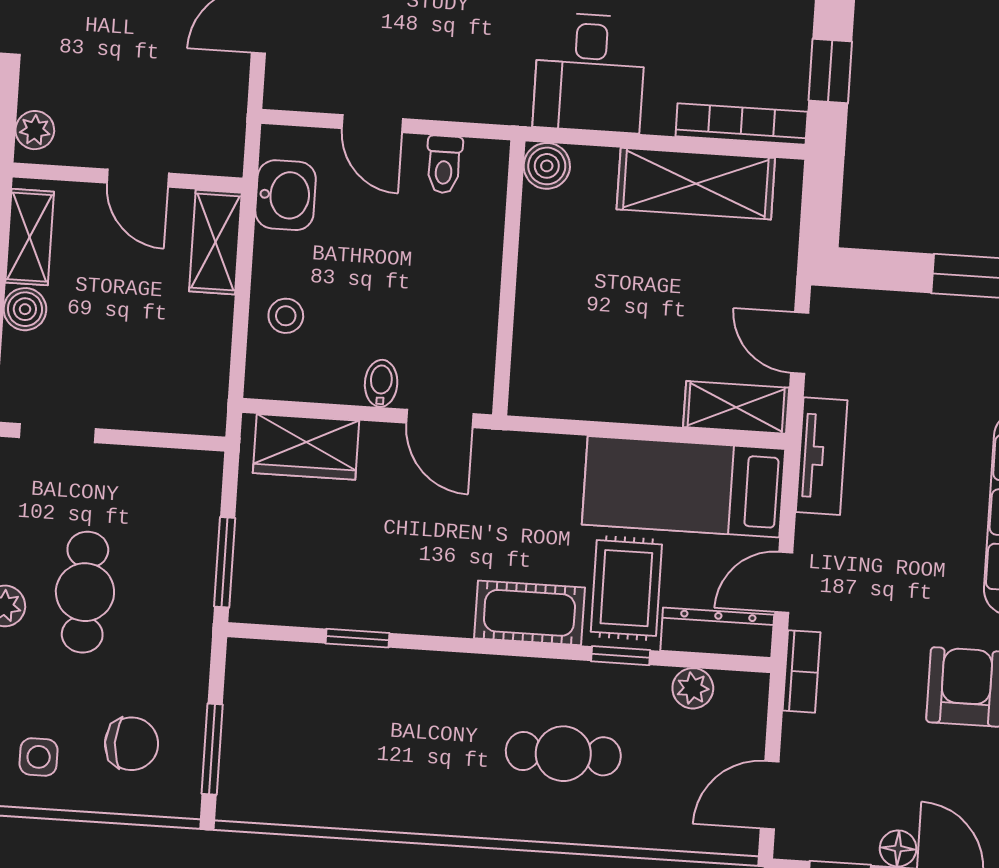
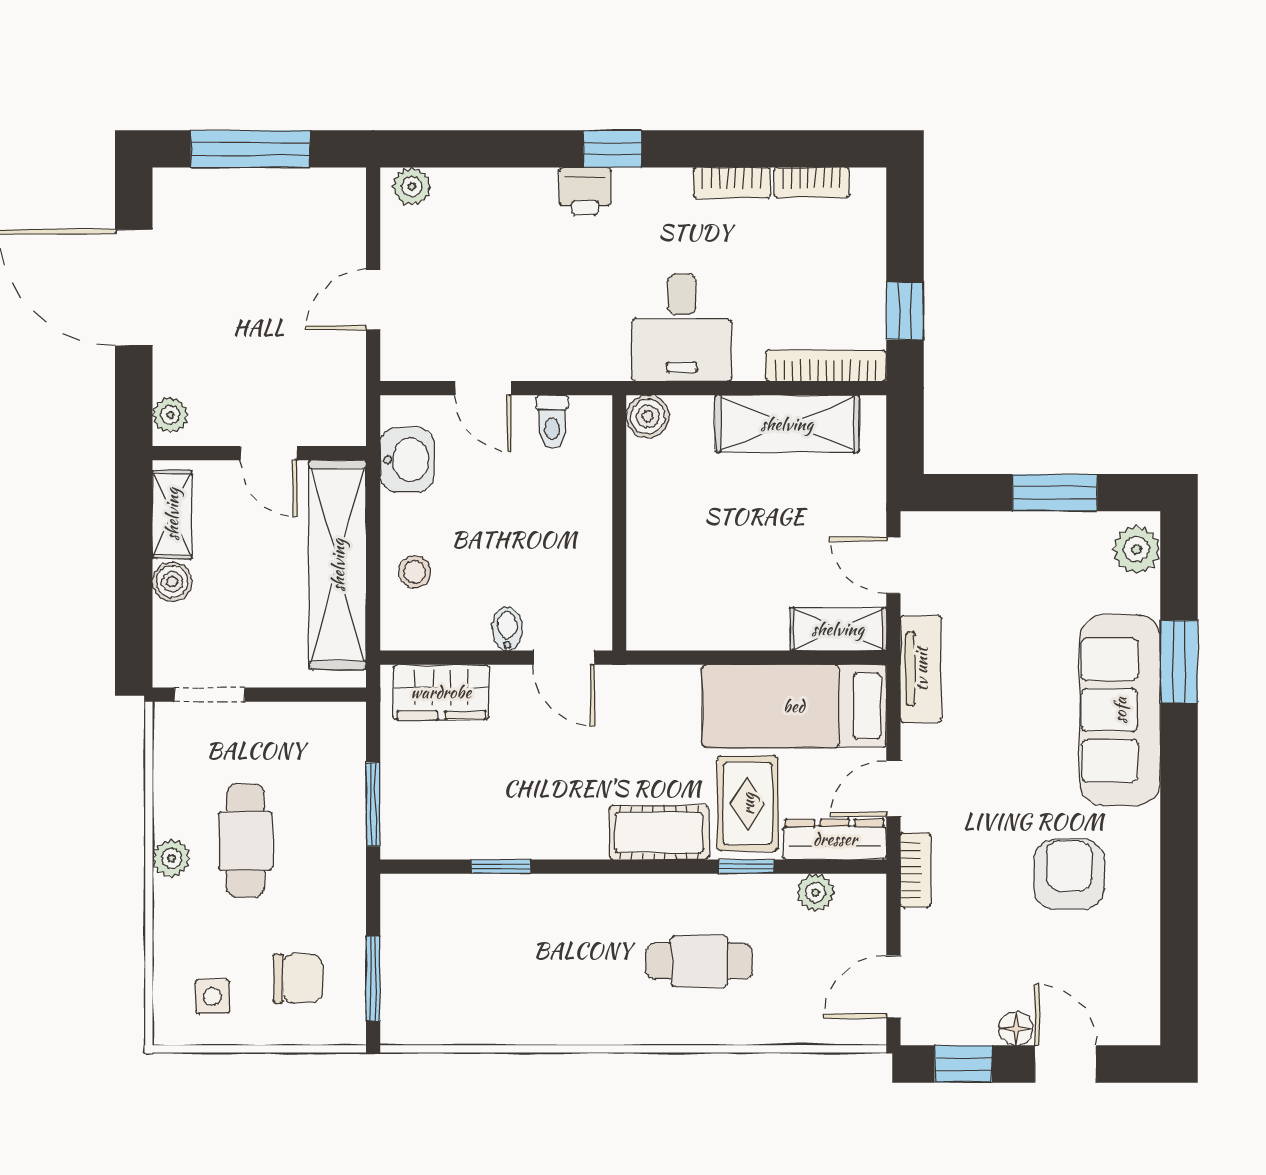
shelving: (215, 242) -> (338, 565), width x2.20, depth x1.33

